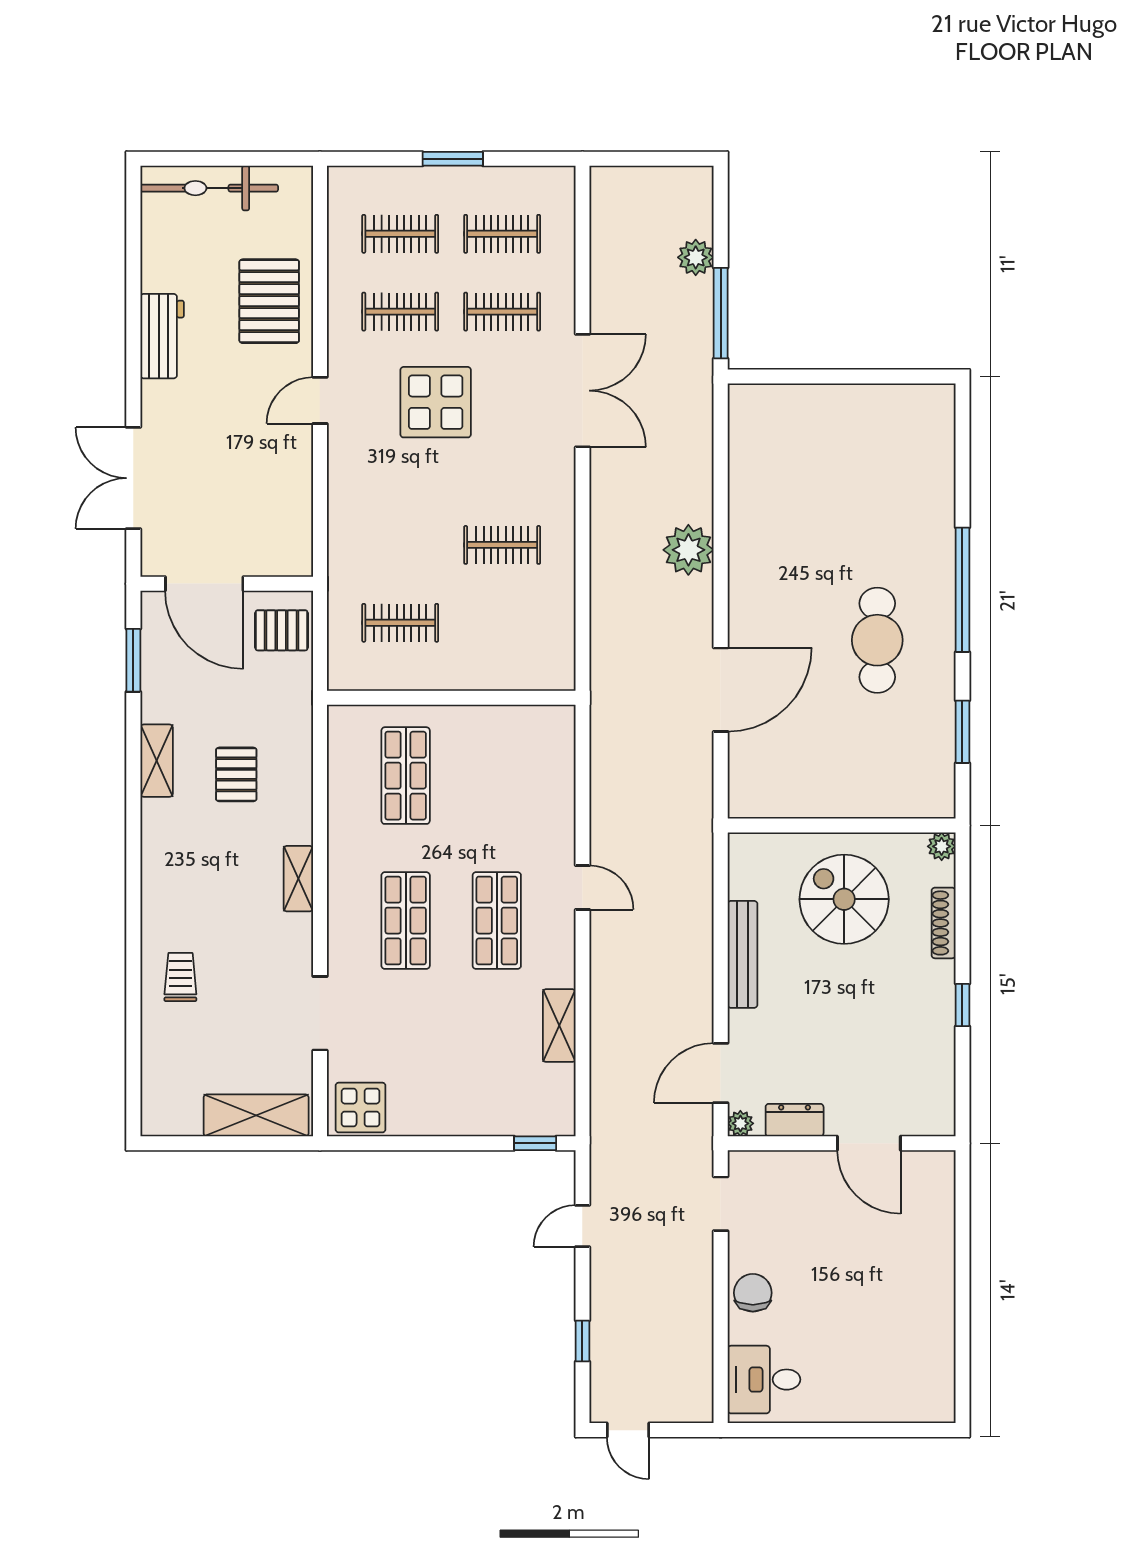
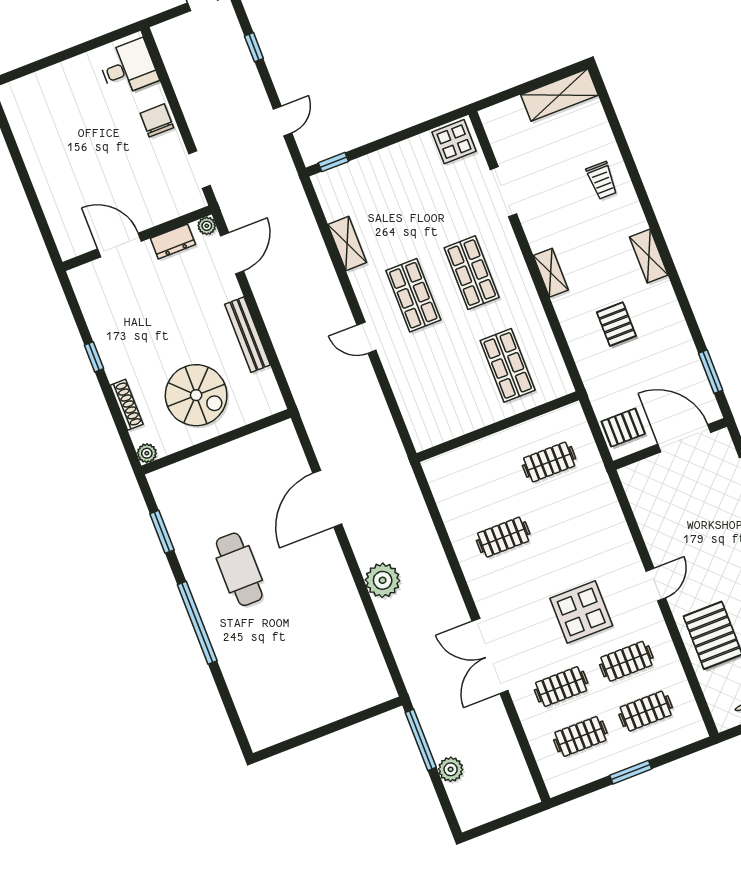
shelving: (157, 761) -> (649, 256), moved
shelving: (256, 1115) -> (560, 95), moved
chair: (753, 1293) -> (157, 120), turned 180

